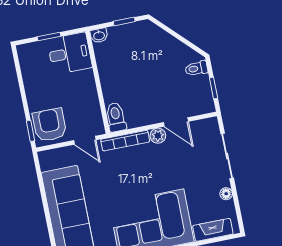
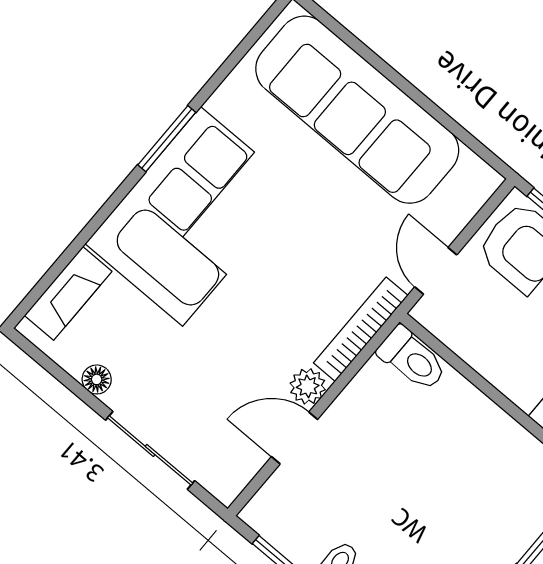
door: (85, 140) -> (436, 271), hinge flipped

